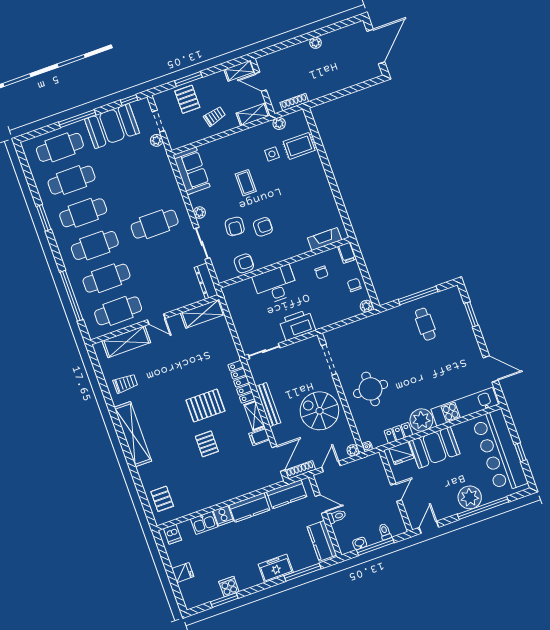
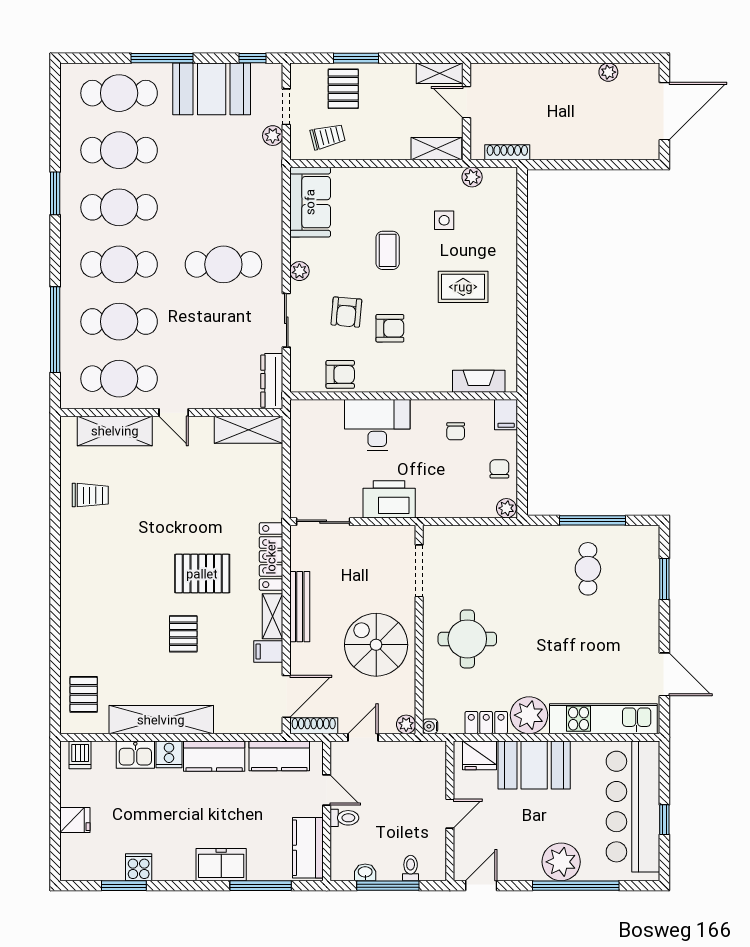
plant: (315, 43) -> (608, 72), moved
trolley: (214, 116) -> (328, 137), moved
rug: (299, 146) -> (463, 287), moved
shelving: (133, 434) -> (161, 720), moved, turned 90

